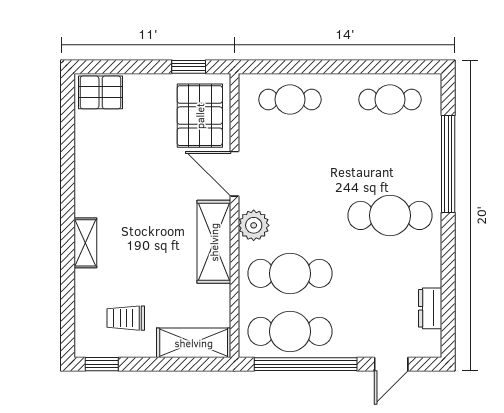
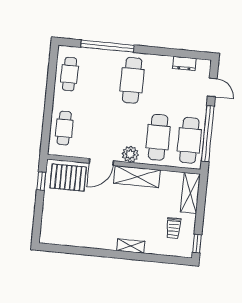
pallet: (101, 92) -> (50, 230), removed

